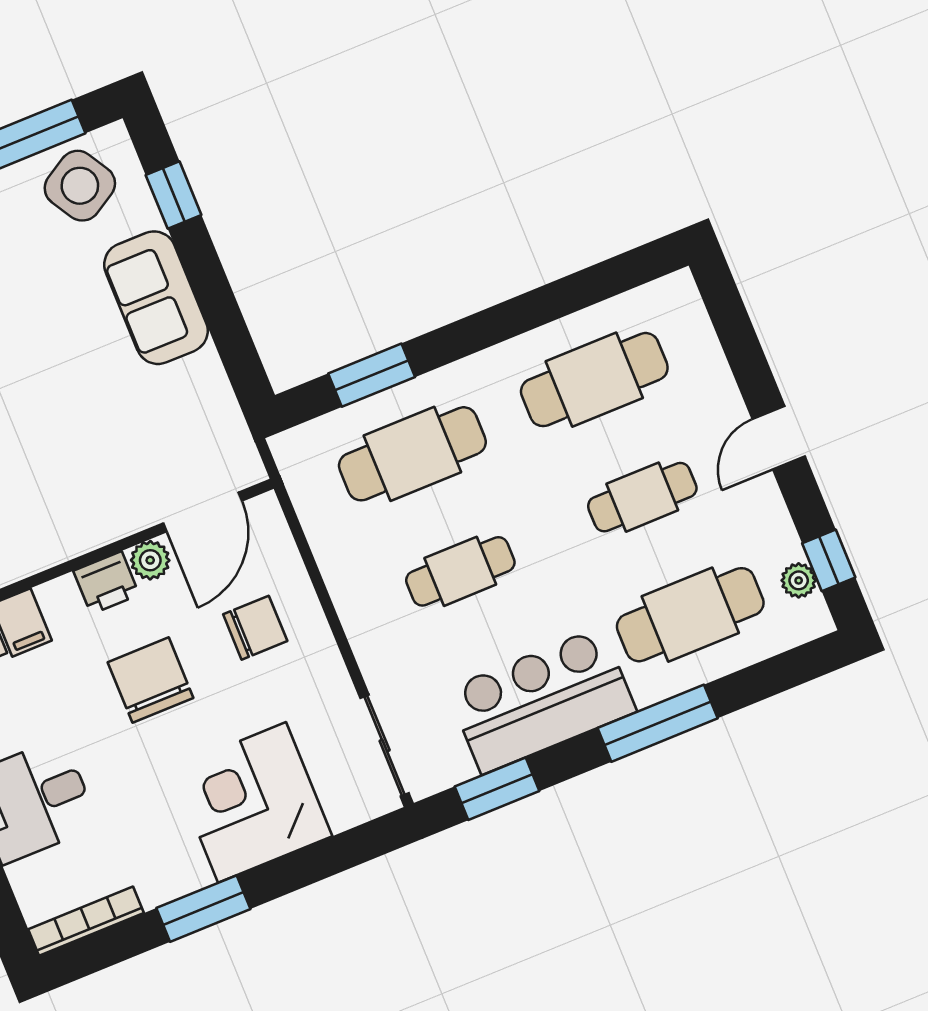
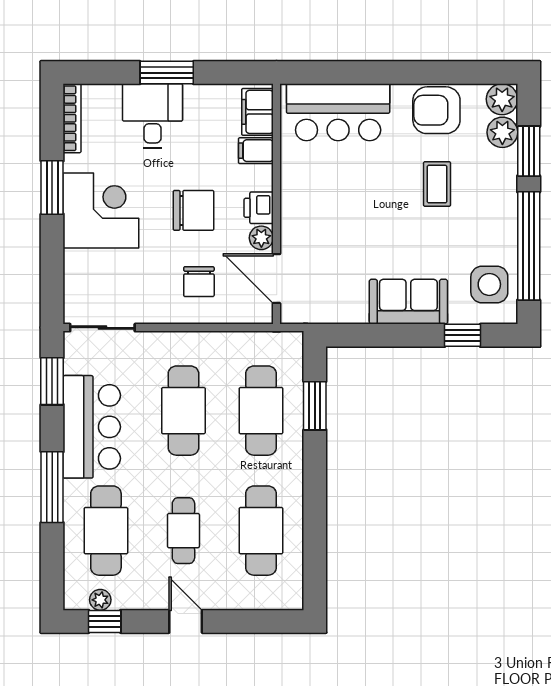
side table: (80, 186) -> (489, 284), turned 31
cafe table: (460, 571) -> (183, 411), width x1.37, depth x1.35
corner desk: (252, 802) -> (101, 211), moved

